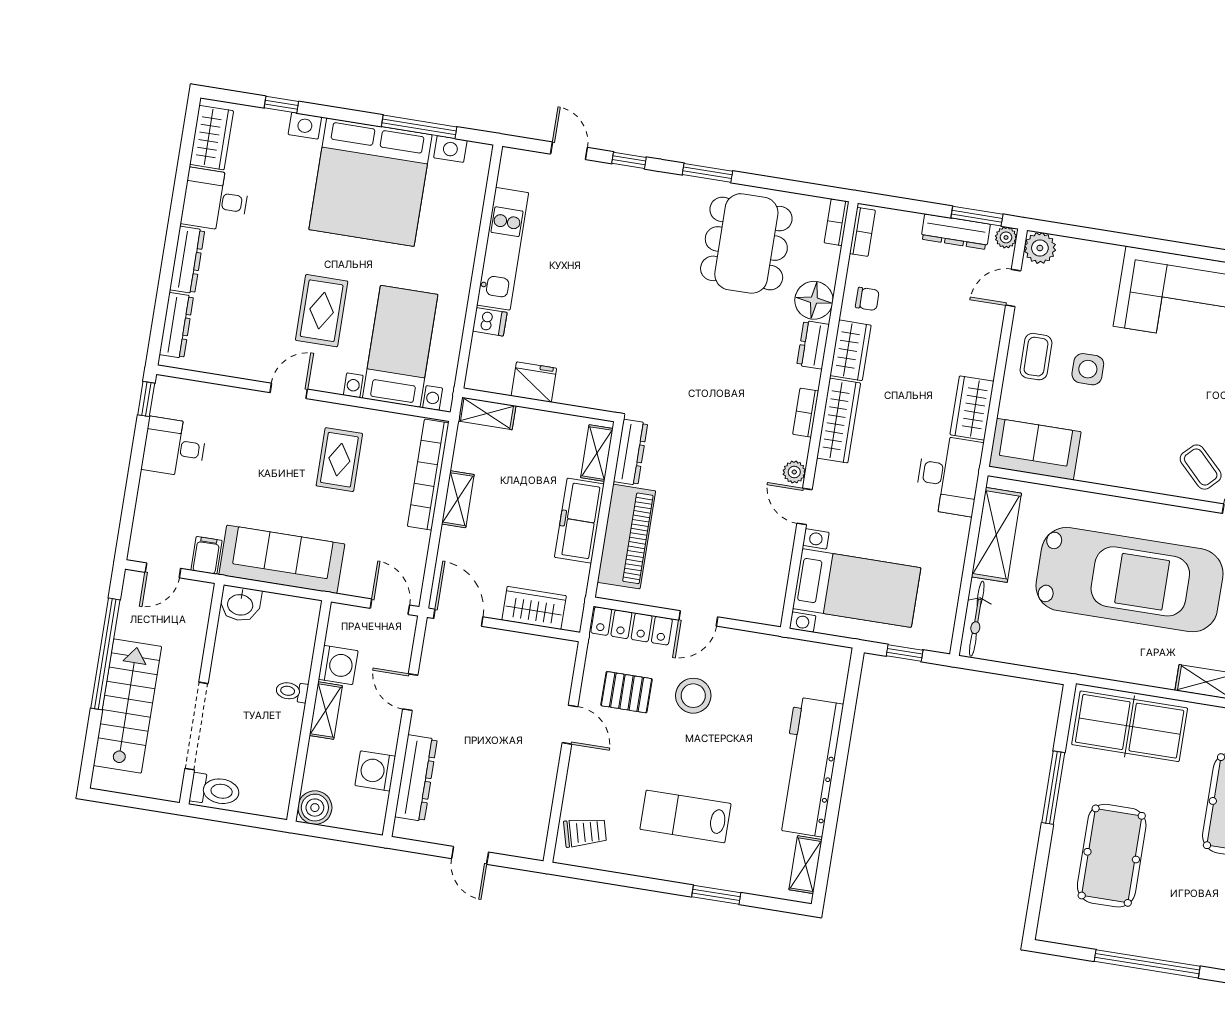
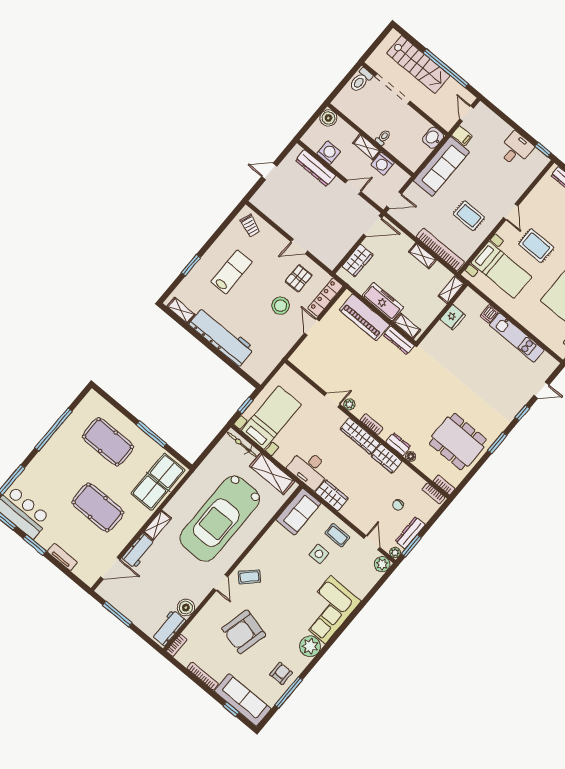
chair: (867, 299) -> (398, 505), moved
floor lamp: (814, 300) -> (411, 456), width x0.53, depth x0.53
bed with nightstands: (857, 588) -> (271, 418), moved, turned 180
trolley: (585, 832) -> (250, 226), turned -54

